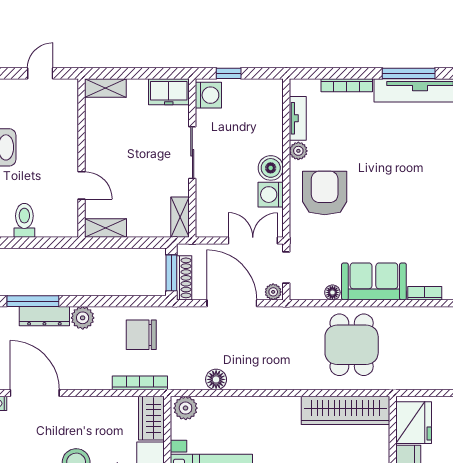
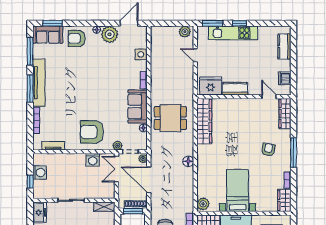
washing machine: (208, 95) -> (39, 173), moved, turned 90
plant: (298, 151) -> (118, 146), moved
boiler: (271, 168) -> (79, 160), removed
door: (232, 303) -> (149, 180), hinge flipped
floor lamp: (216, 379) -> (188, 161), moved

